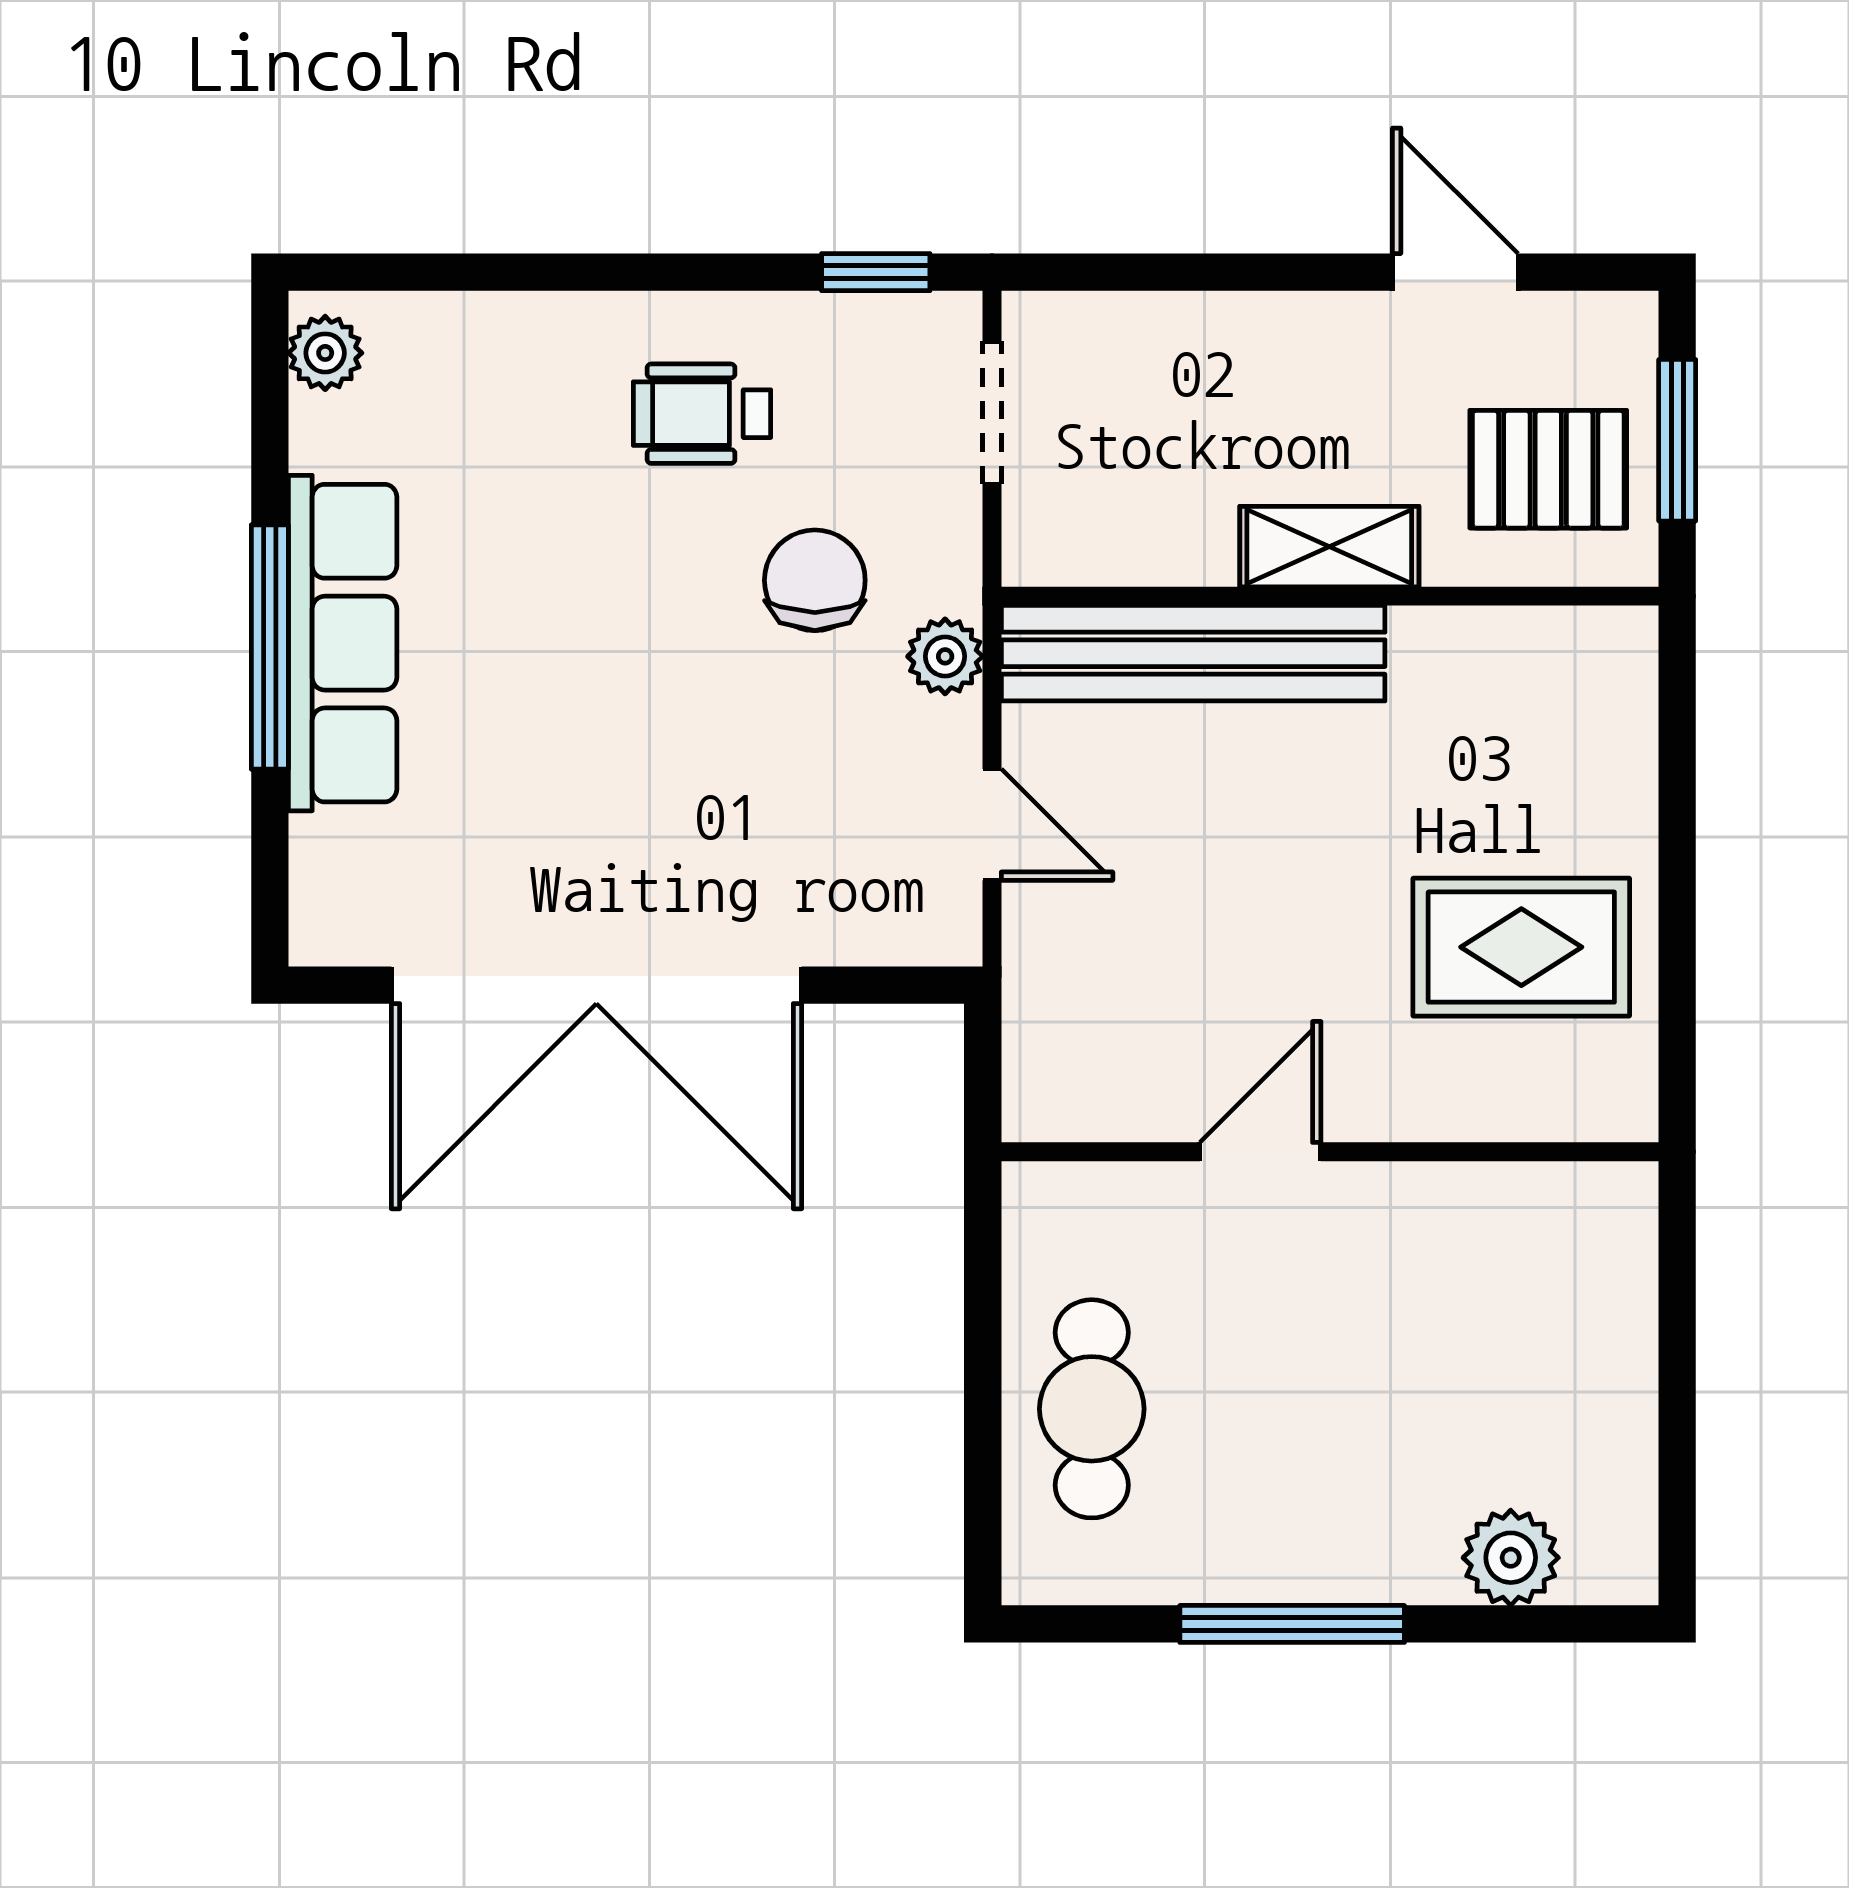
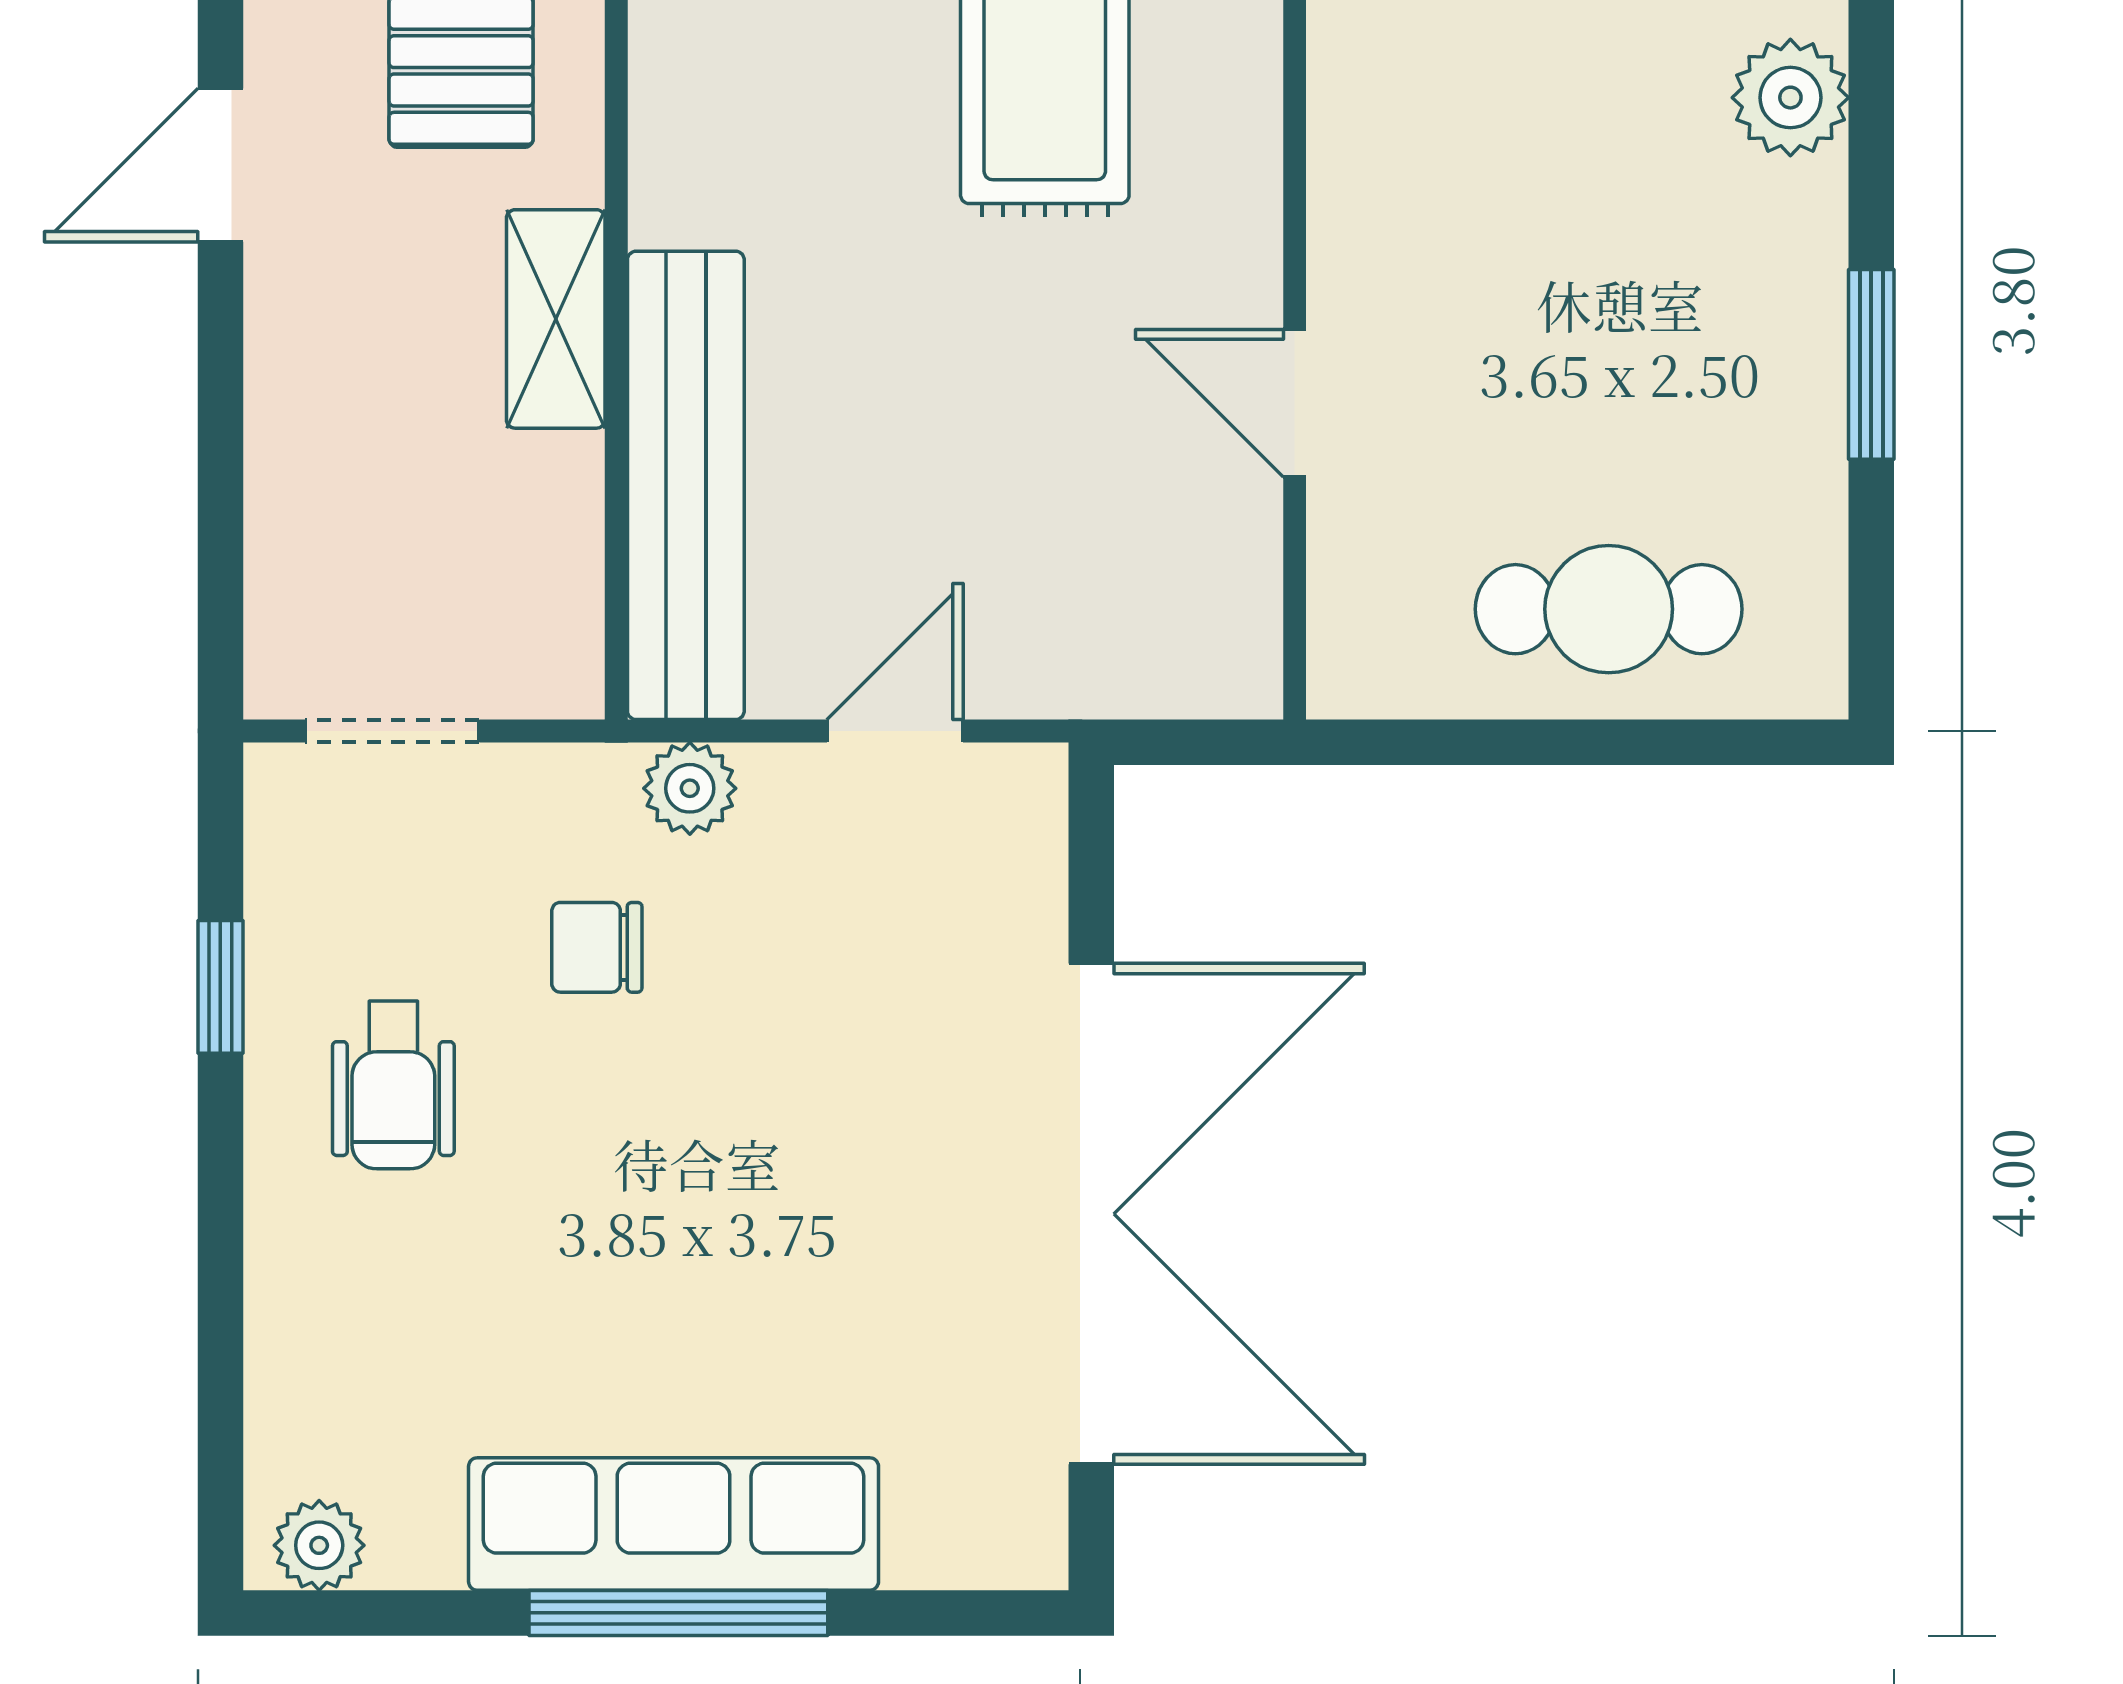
window: (876, 272) -> (220, 987), moved
chair: (815, 580) -> (597, 947), width x0.73, depth x0.73
window: (1292, 1624) -> (1871, 364), width x0.69

